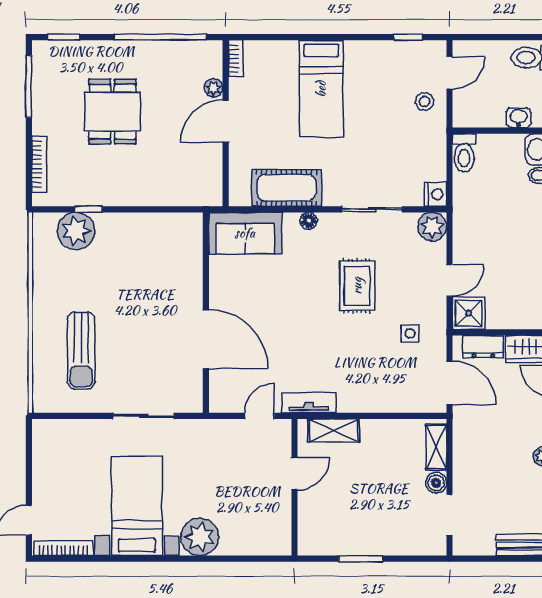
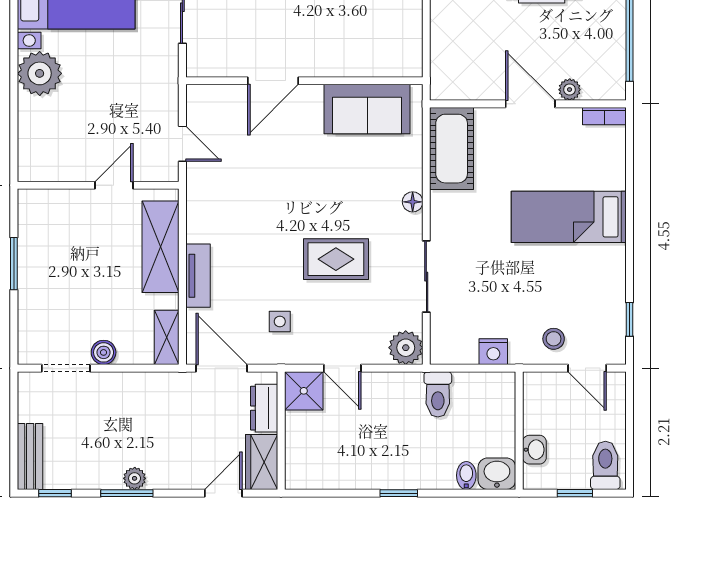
toilet: (464, 153) -> (438, 394), moved, turned -90
cot: (287, 188) -> (452, 149), moved
nightstand: (435, 194) -> (493, 352), moved
sofa: (245, 233) -> (367, 109), moved, turned -90
door: (206, 339) -> (273, 81), width x0.73
door: (449, 383) -> (222, 368), swing flipped
tv unit: (309, 403) -> (198, 276), moved
shelving: (334, 431) -> (161, 247), width x1.50, depth x1.33
shelving: (436, 447) -> (167, 337), moved, turned 90
door: (295, 474) -> (114, 185), swing flipped

